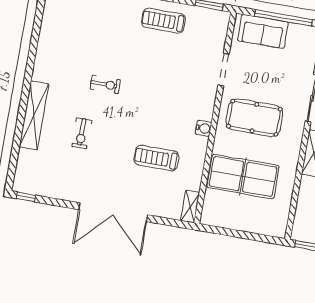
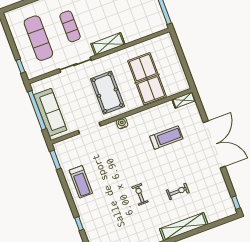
sofa: (263, 31) -> (50, 112), width x1.36
water cooler: (204, 128) -> (122, 123), moved
treadmill: (156, 158) -> (166, 138), turned -90

